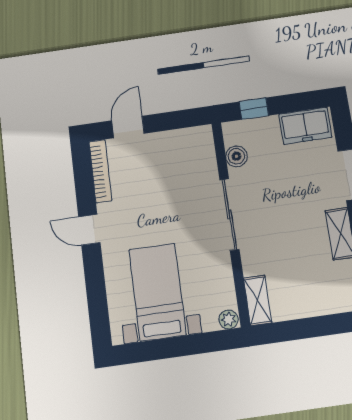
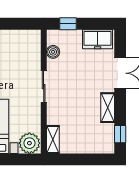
sliding door: (229, 214) -> (44, 87), width x0.73
plant: (228, 319) -> (29, 143), width x1.87, depth x1.87

